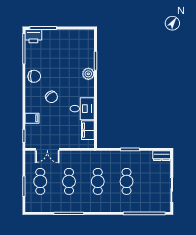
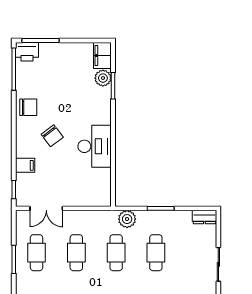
plant: (88, 74) -> (103, 78), moved
desk: (82, 109) -> (95, 146), width x1.37
filing cabinet: (88, 130) -> (102, 55), moved
plant: (106, 157) -> (127, 219), added

